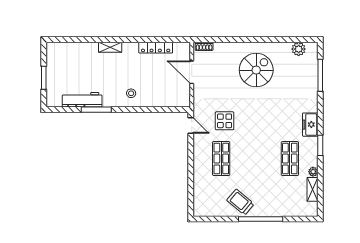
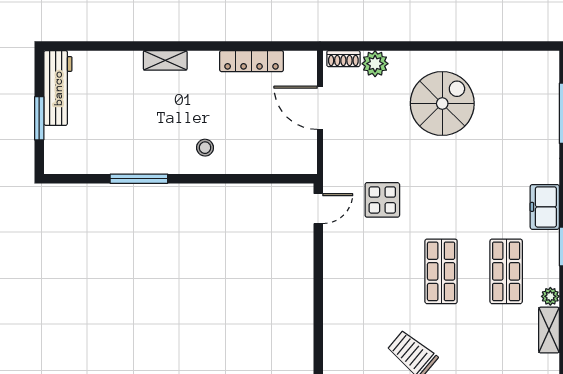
plant: (299, 49) -> (375, 64), moved
workbench: (82, 100) -> (58, 88), moved, turned 90
door: (191, 125) -> (318, 209), hinge flipped
shop shelf: (221, 159) -> (441, 271), moved

